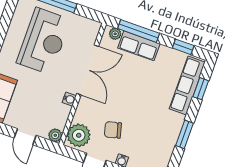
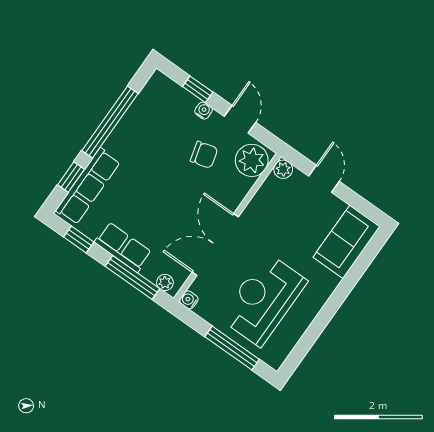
row of seats: (139, 46) -> (123, 247), moved
water cooler: (69, 99) -> (189, 300), moved
window: (184, 134) -> (110, 122), width x2.11

